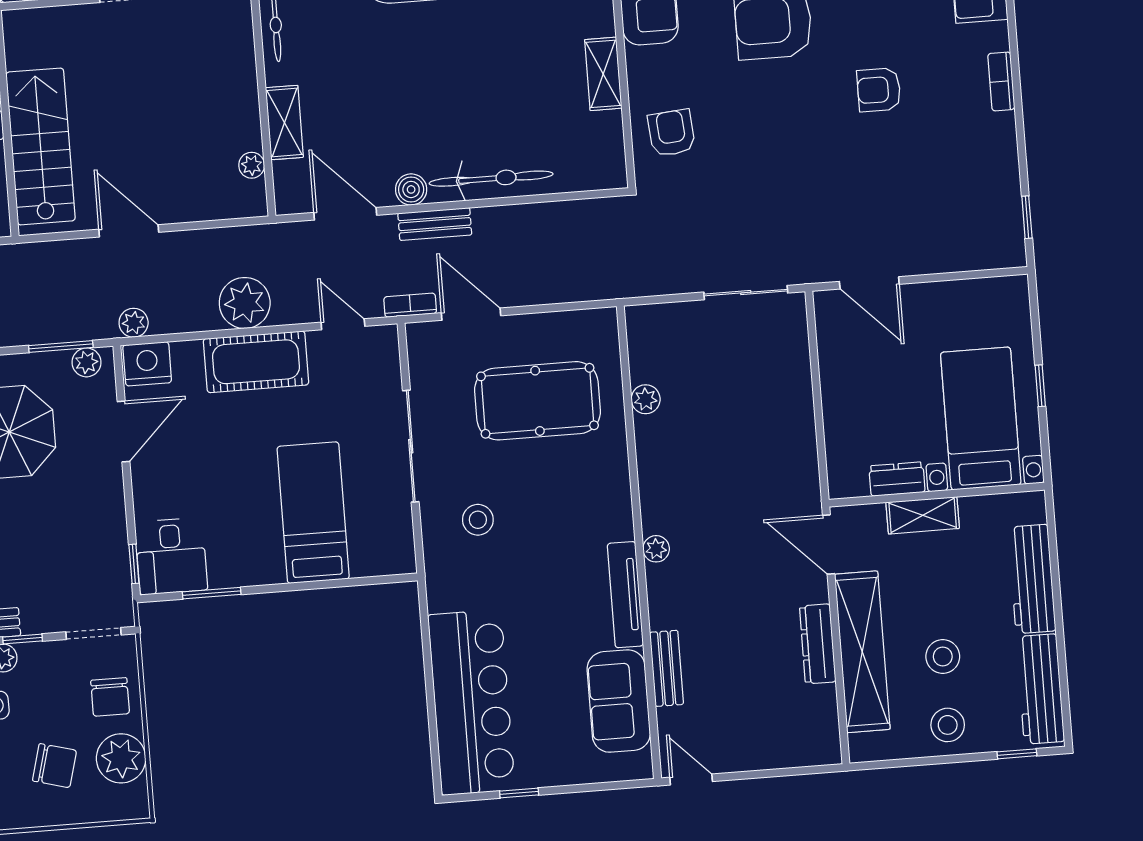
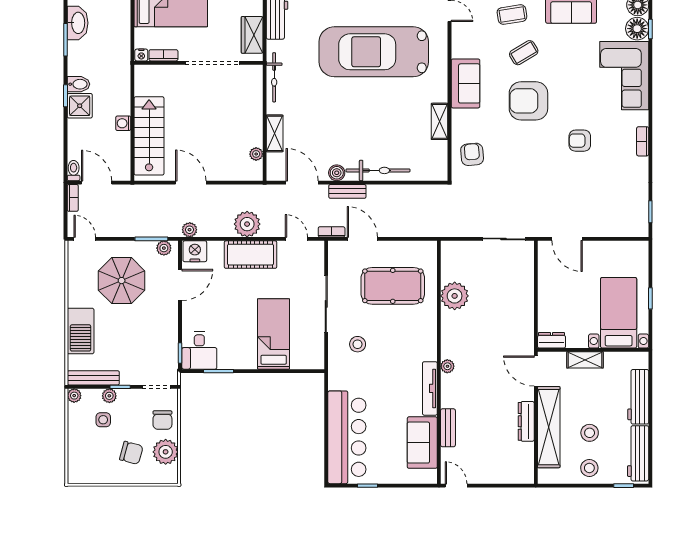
plant: (646, 399) -> (455, 296), width x1.87, depth x1.87
dresser: (897, 479) -> (551, 340), moved

